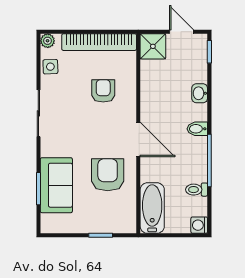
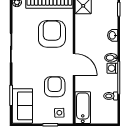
side table: (50, 67) -> (59, 113), moved
armchair: (103, 91) -> (52, 34), width x1.88, depth x1.88
sofa: (56, 185) -> (22, 106), moved
washing machine: (199, 225) -> (112, 68), moved

